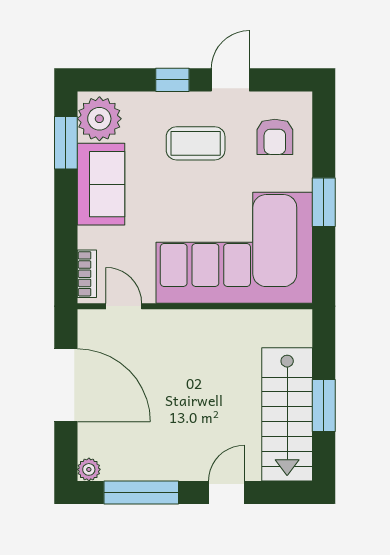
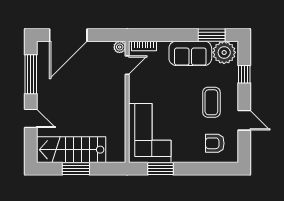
window: (172, 80) -> (244, 74), moved
window: (324, 202) -> (161, 169), moved
corner sofa: (234, 248) -> (150, 133), width x0.73, depth x0.74
door: (66, 385) -> (68, 35), moved
plant: (89, 469) -> (120, 47), moved

